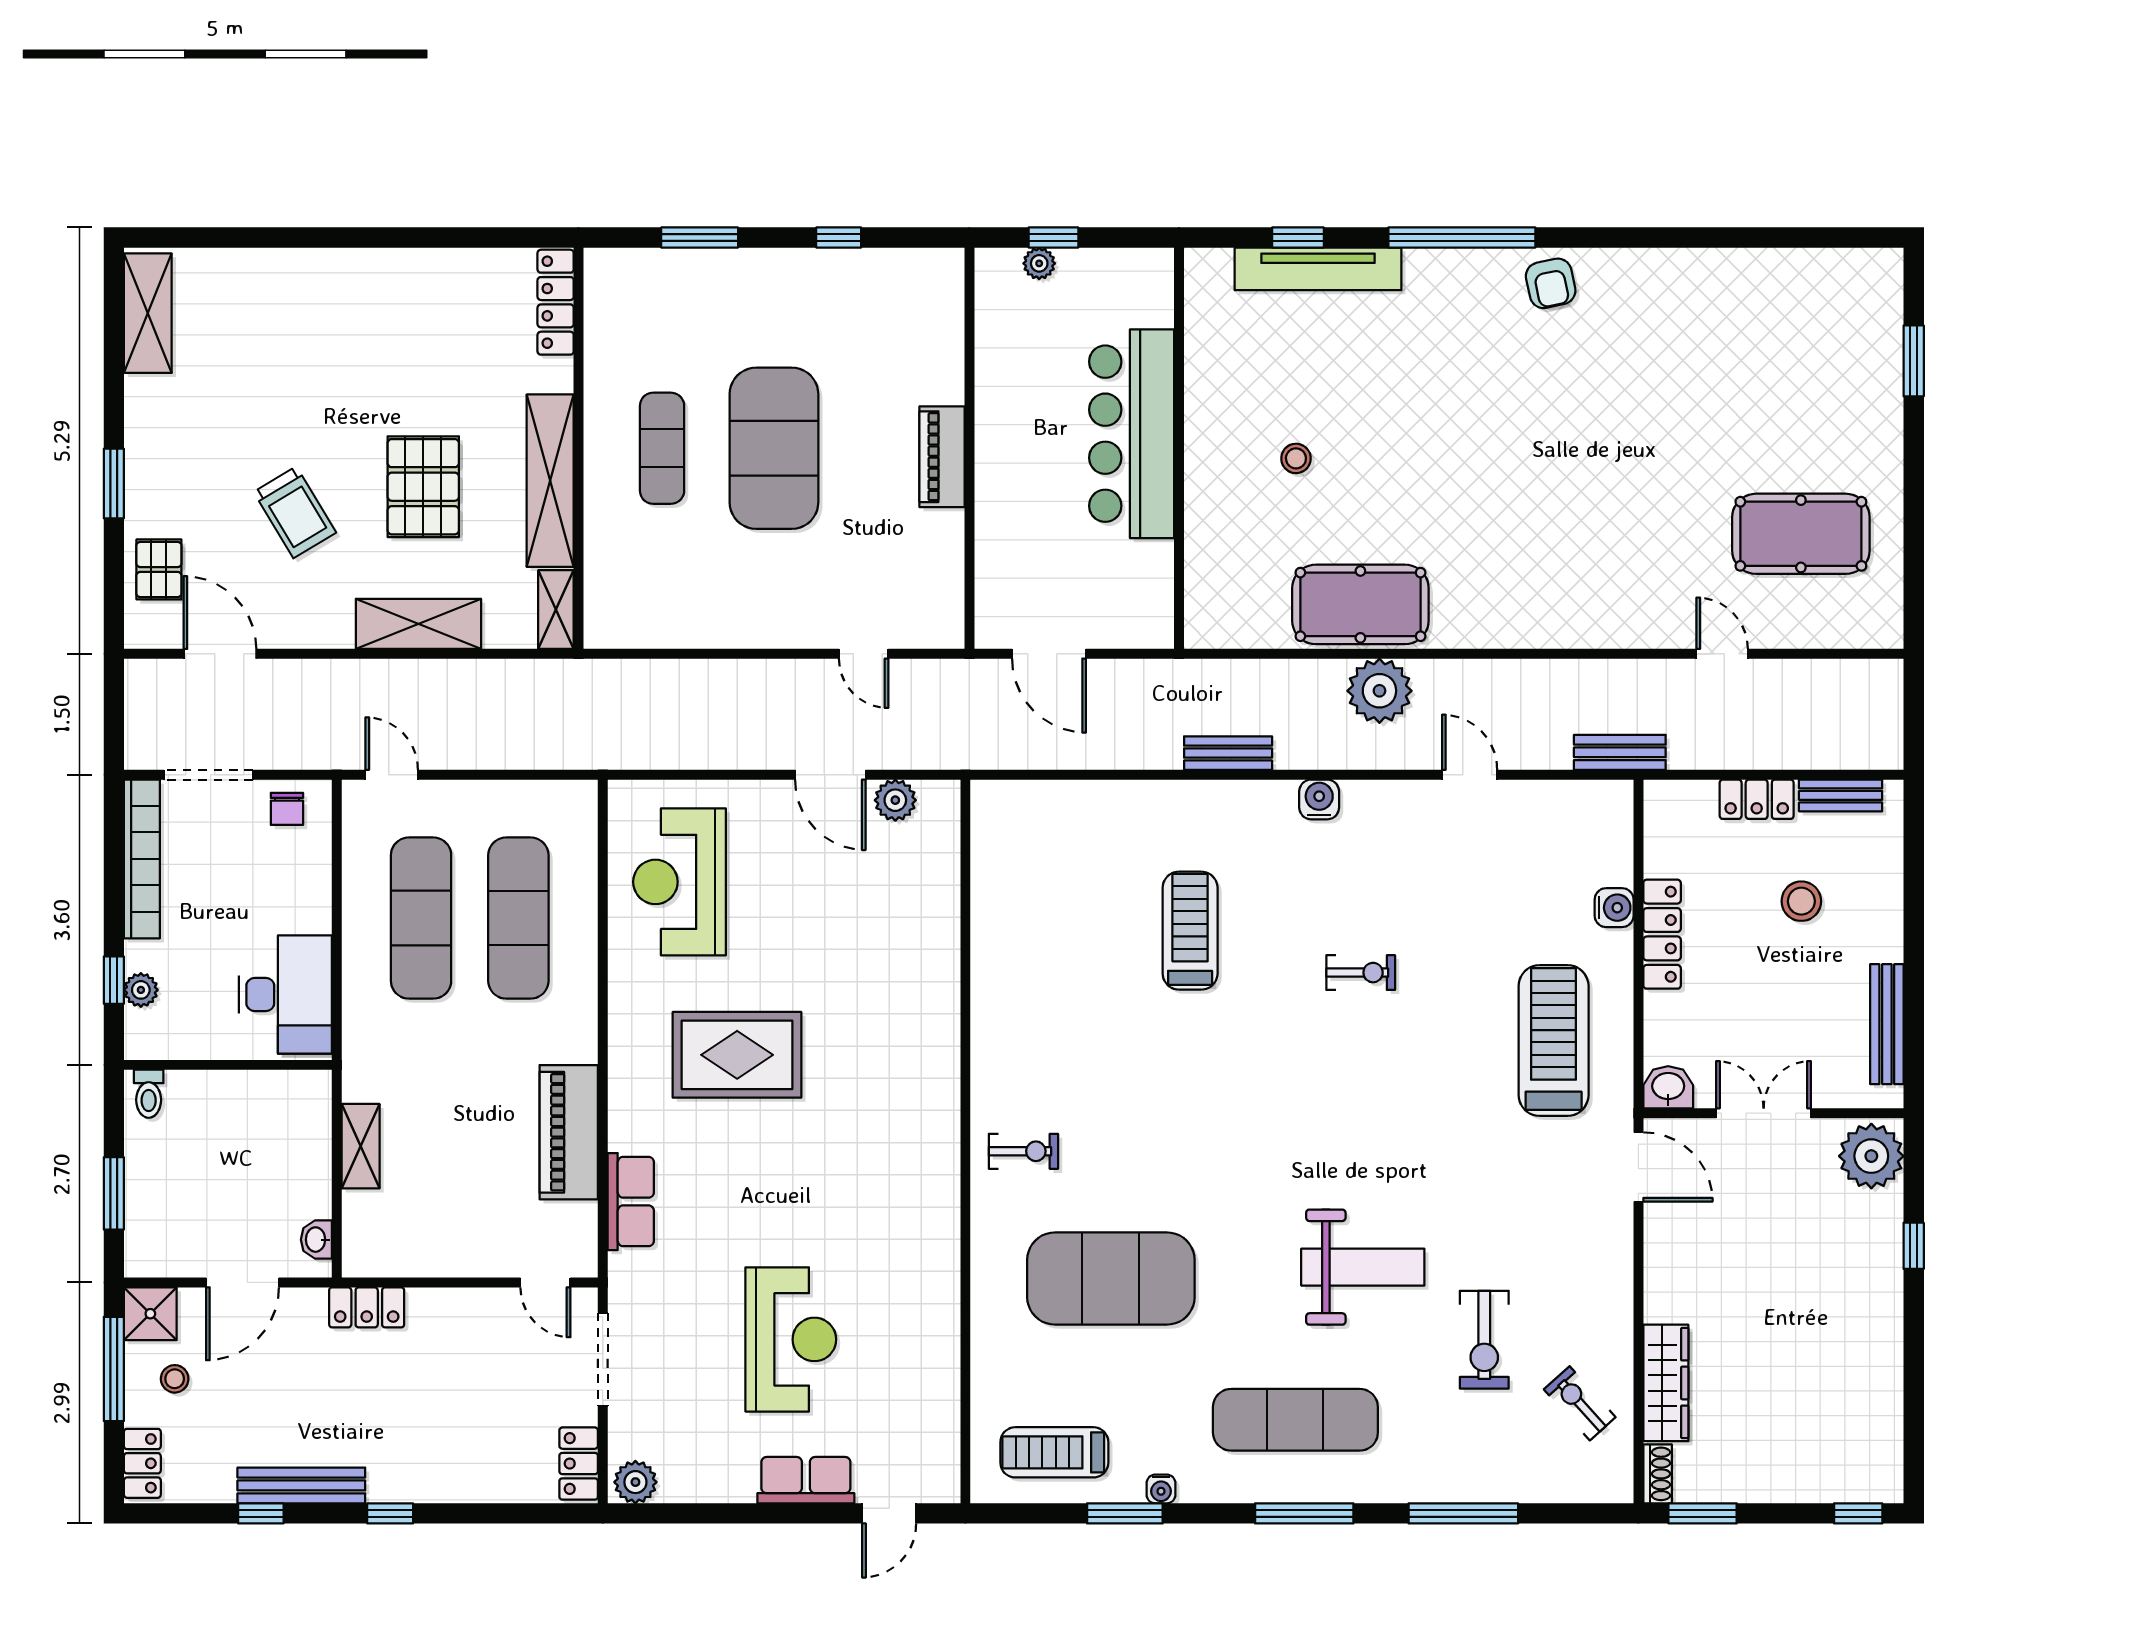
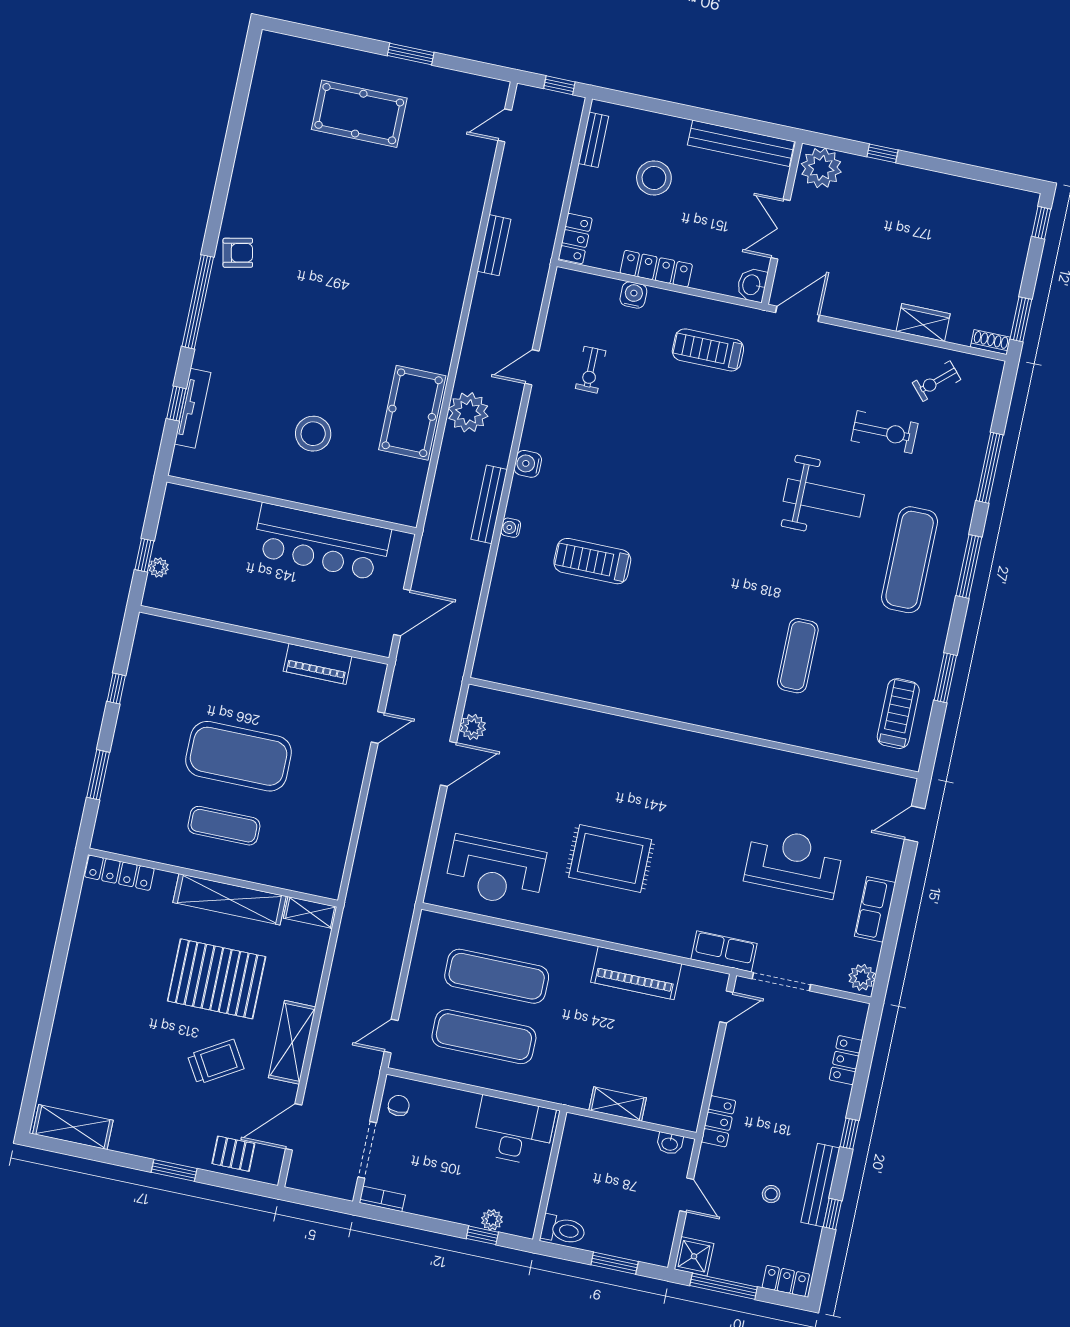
tv unit: (1318, 269) -> (193, 408), width x0.73, depth x0.78
window: (1914, 361) -> (411, 54), moved
bar counter: (1132, 434) -> (322, 542), moved
piano: (942, 457) -> (317, 664), moved
stool: (1296, 458) -> (313, 434), width x1.89, depth x1.89
pallet: (423, 487) -> (217, 979), width x1.37, depth x1.41
pool table: (1801, 534) -> (359, 114), moved, turned 90
shelving: (418, 624) -> (292, 1042), moved
door: (1722, 654) -> (505, 125), moved
window: (1914, 725) -> (559, 85), added
bench: (1620, 752) -> (494, 245), moved
bench: (1228, 753) -> (489, 504), width x1.36
locker: (1757, 799) -> (575, 238), moved
chair: (287, 809) -> (399, 1106), turned -90
bookcase: (142, 859) -> (382, 1199), width x0.43, depth x0.76
stool: (1801, 901) -> (654, 178), width x1.38, depth x1.38
exercise bike: (1361, 973) -> (591, 370), moved, turned 180
bench: (1887, 1024) -> (741, 143), width x1.37, depth x1.21
treadmill: (1554, 1040) -> (708, 350), width x0.73, depth x0.73
rug: (737, 1055) -> (610, 858), turned 90
toilet: (149, 1094) -> (563, 1230), width x1.37, depth x1.39
exercise bike: (1023, 1151) -> (707, 693), removed
row of seats: (631, 1202) -> (724, 951), moved
weight bench: (1363, 1267) -> (824, 498), turned 90
exercise mat: (1111, 1279) -> (798, 656), width x0.50, depth x0.69
door: (242, 1282) -> (687, 1195), width x0.73
stool: (175, 1379) -> (771, 1194), moved
wardrobe: (1666, 1383) -> (923, 323), width x0.67
treadmill: (1054, 1452) -> (898, 714), turned 180
locker: (579, 1464) -> (846, 1060), moved, turned 90
row of seats: (806, 1480) -> (875, 909), moved
water cooler: (1161, 1489) -> (511, 528), moved, turned 180
door: (889, 1513) -> (915, 824), swing flipped

